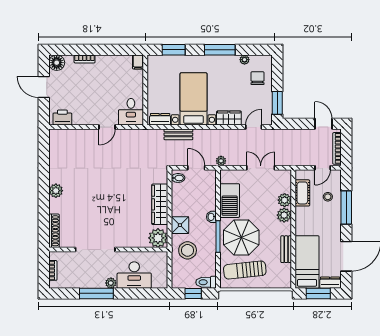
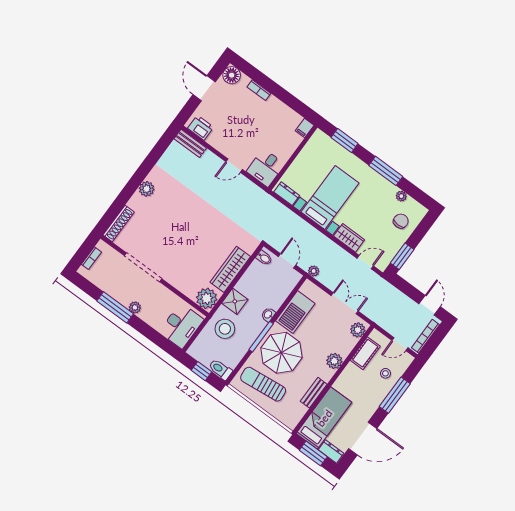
bench: (178, 134) -> (190, 143), moved
plant: (285, 200) -> (358, 330), moved
desk: (134, 275) -> (181, 326), moved, turned -90

